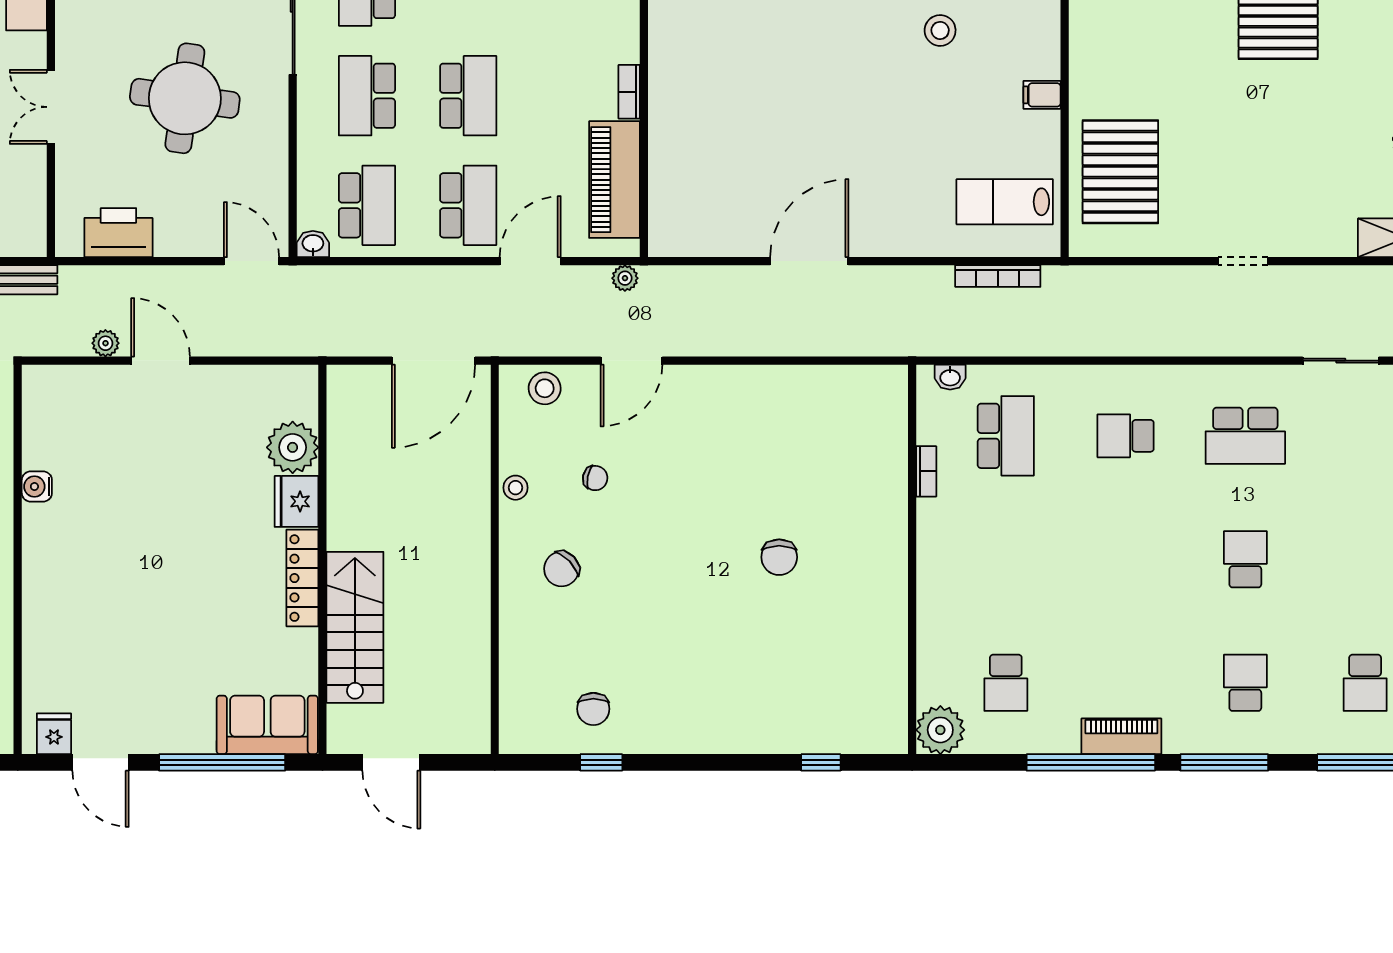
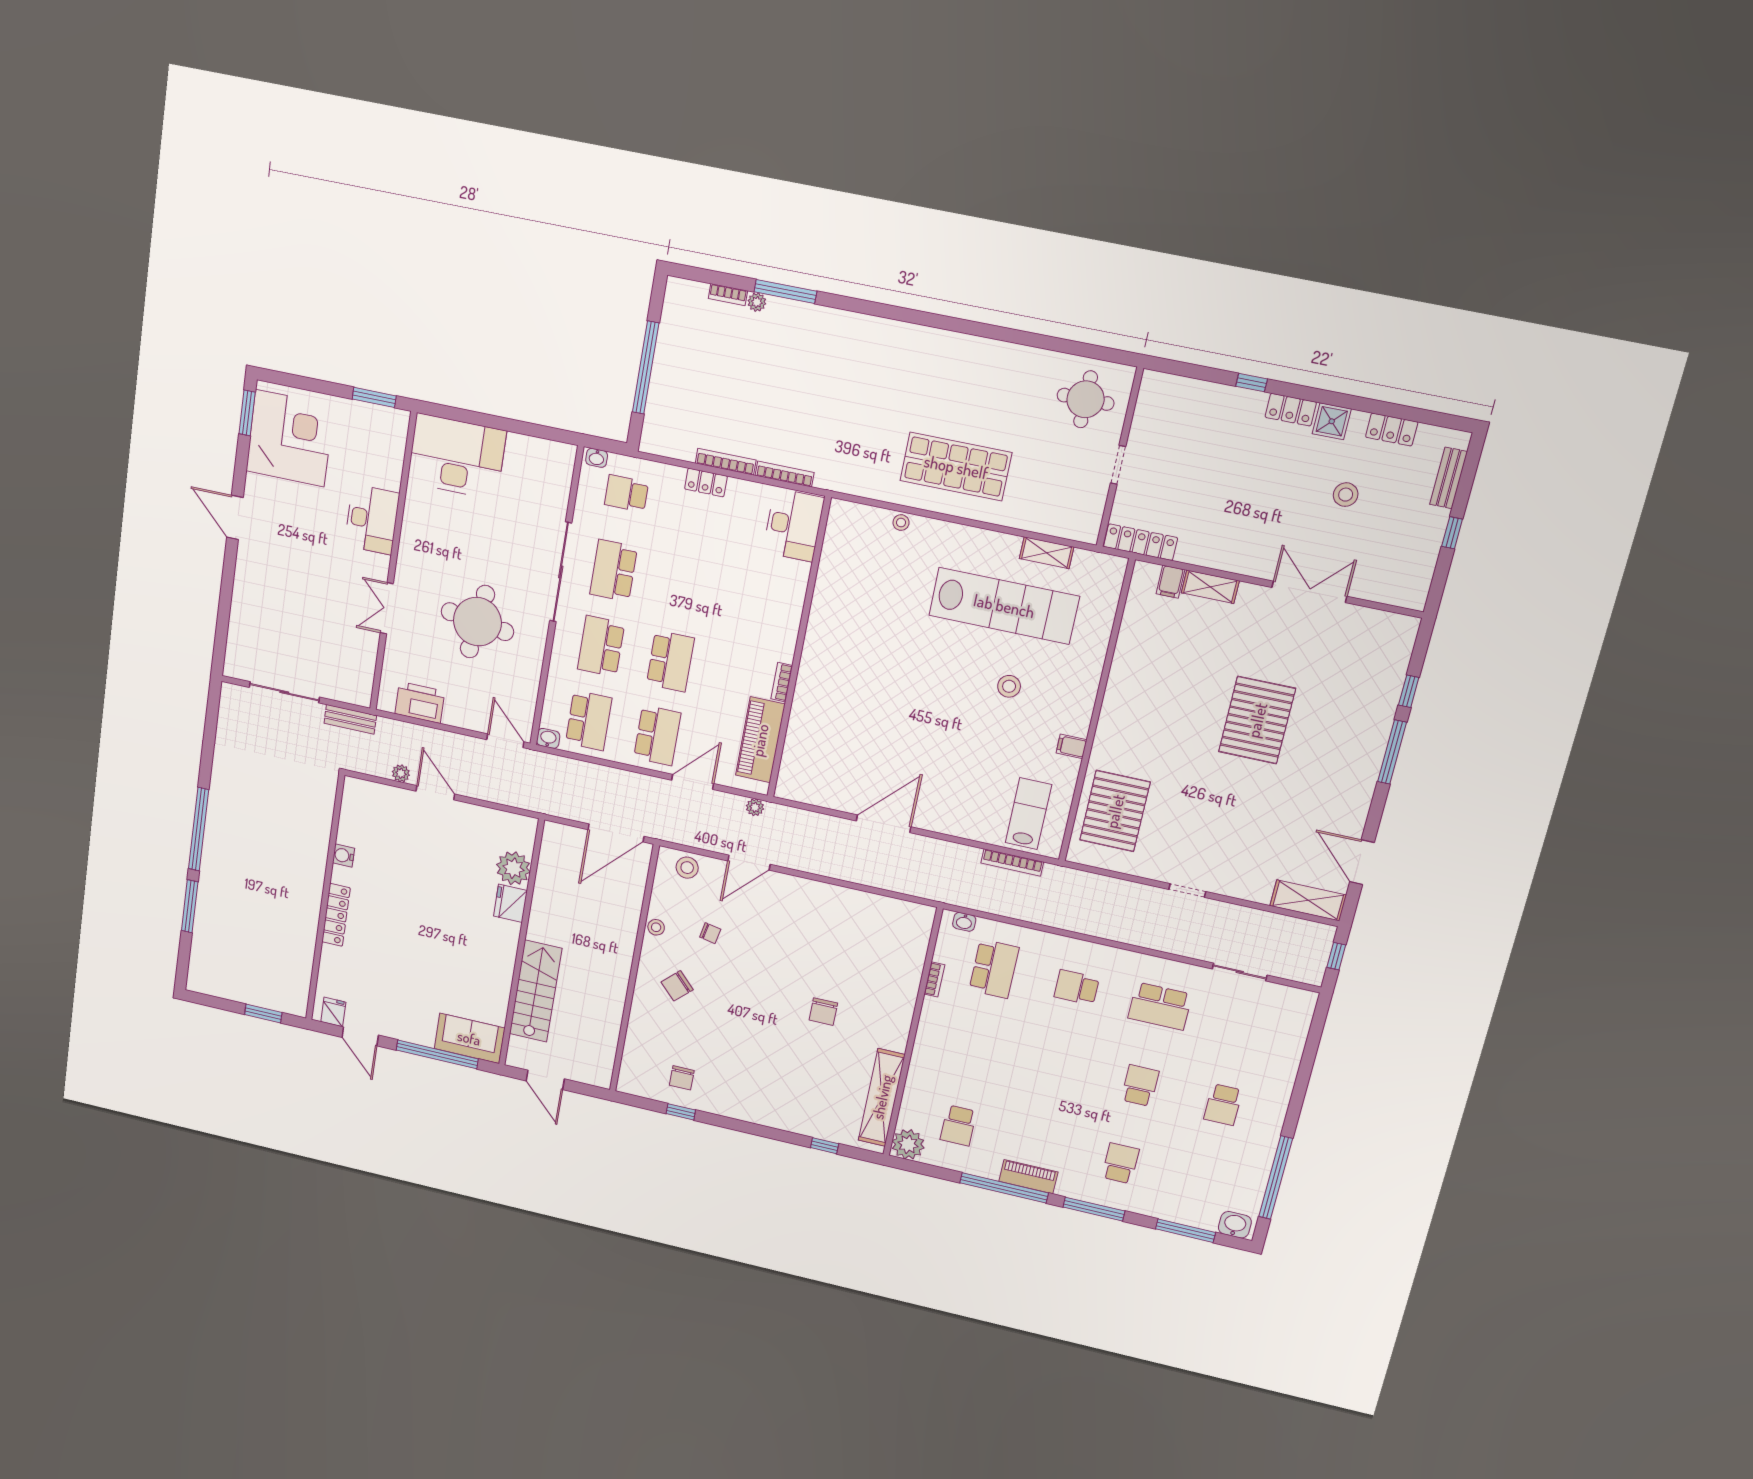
lab bench: (1005, 202) -> (1028, 814), turned 90
locker: (302, 578) -> (336, 915), moved, turned 180
shelving: (888, 667) -> (882, 1097), added
school desk: (1365, 683) -> (1223, 1105), moved

